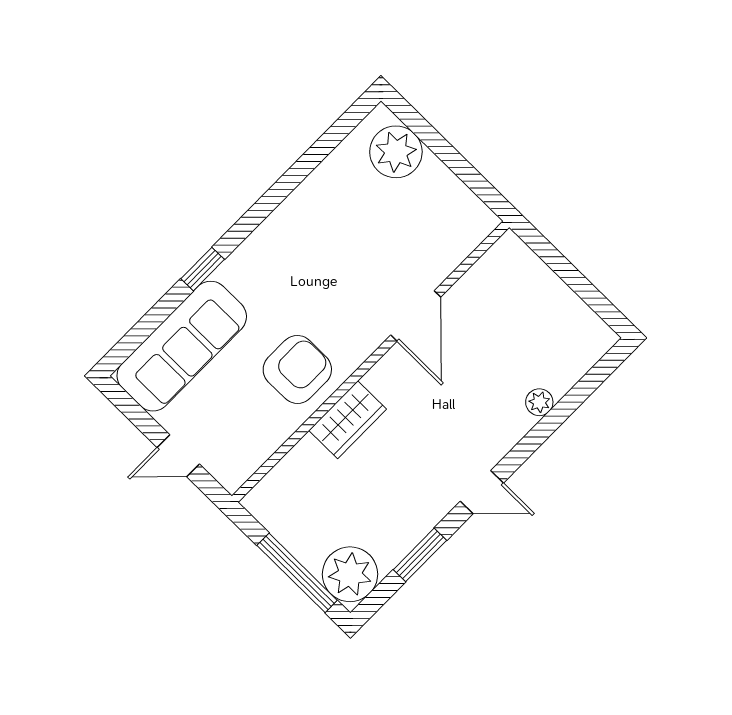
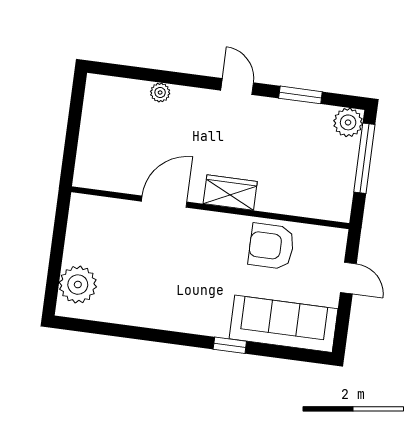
armchair: (297, 369) -> (271, 246), moved
wardrobe: (348, 420) -> (230, 193), moved
plant: (350, 574) -> (348, 122), width x0.73, depth x0.73

